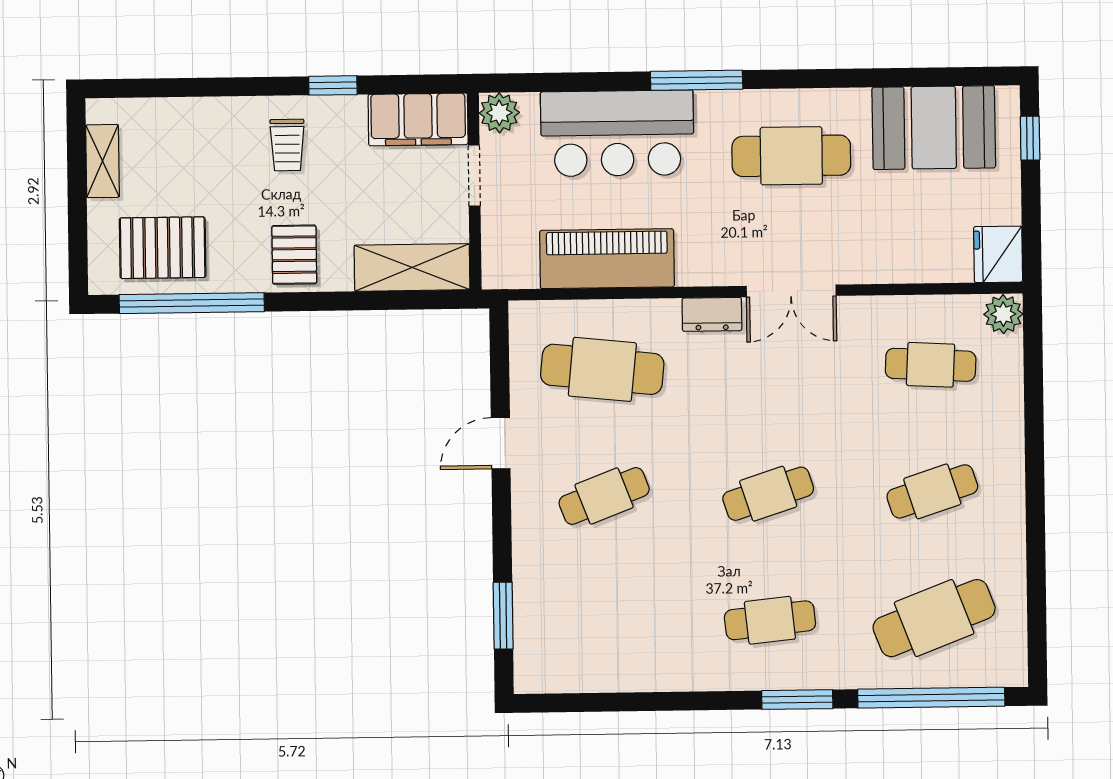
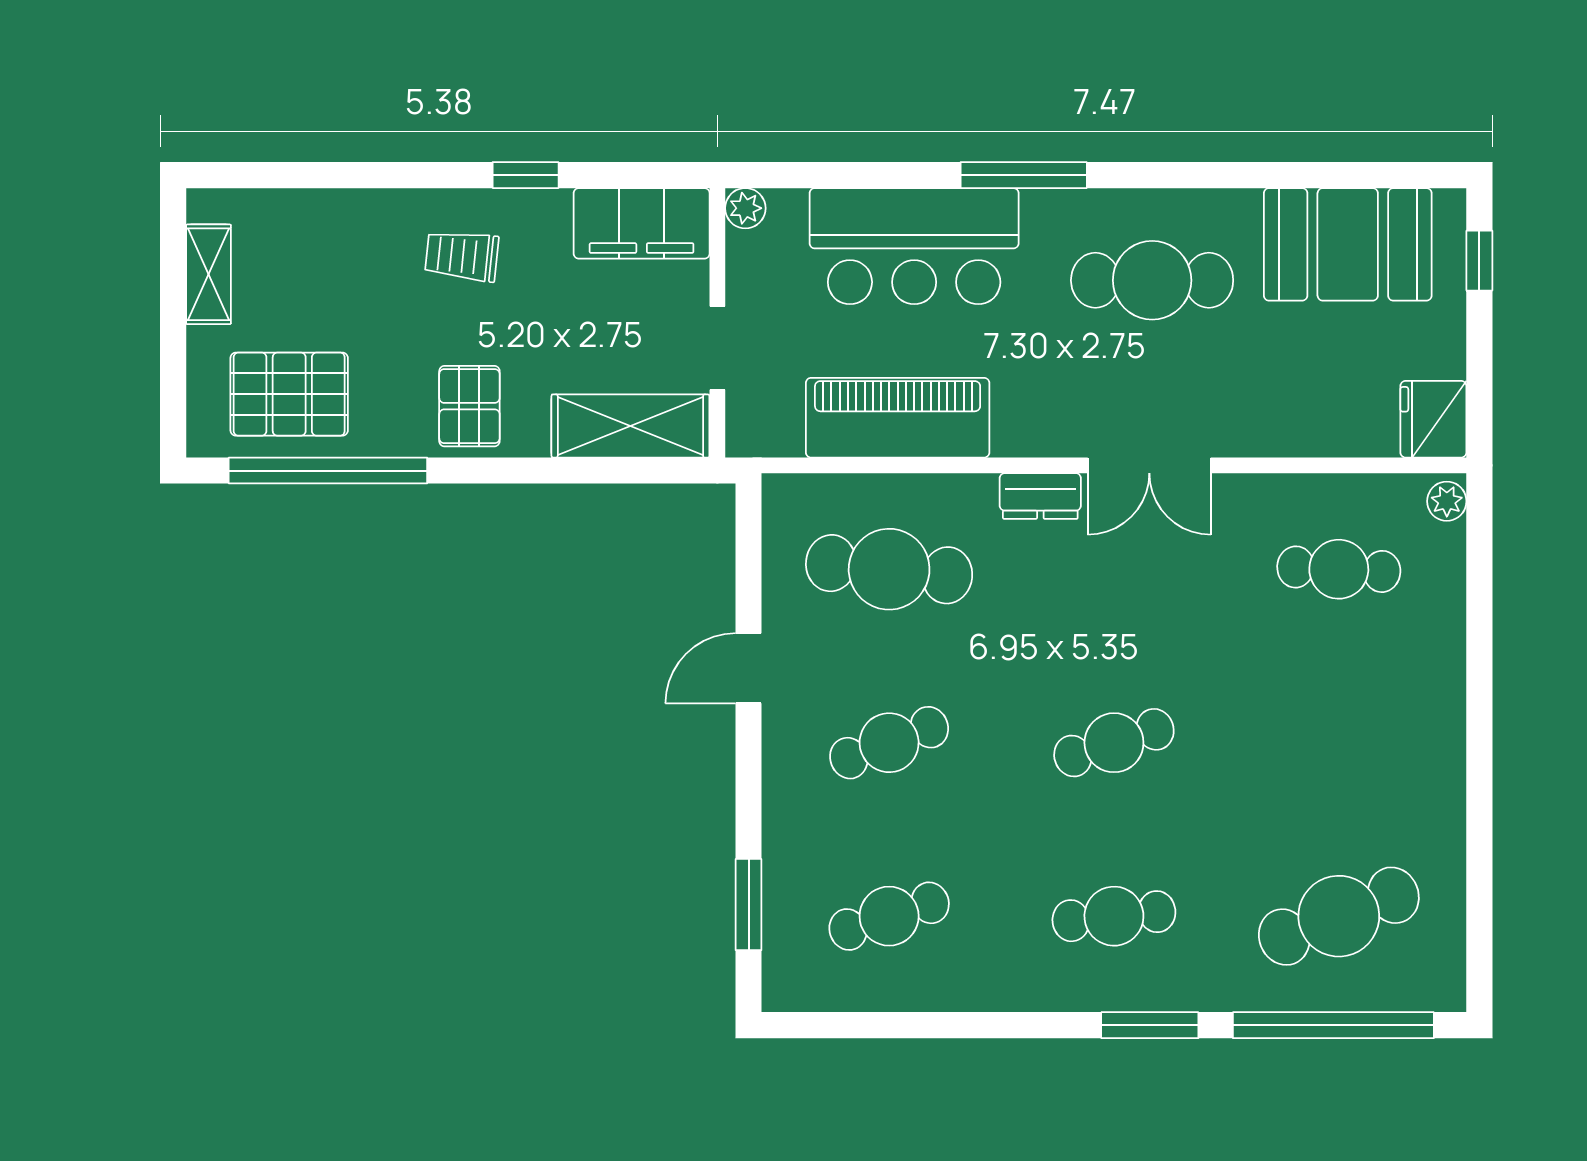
plant: (499, 113) -> (745, 208), width x0.73, depth x0.73
trolley: (287, 145) -> (462, 256), turned 96
doorway: (474, 175) -> (717, 348), moved
plant: (1003, 314) -> (1447, 501), width x0.73, depth x0.73
cafe table: (932, 491) -> (889, 916), moved

